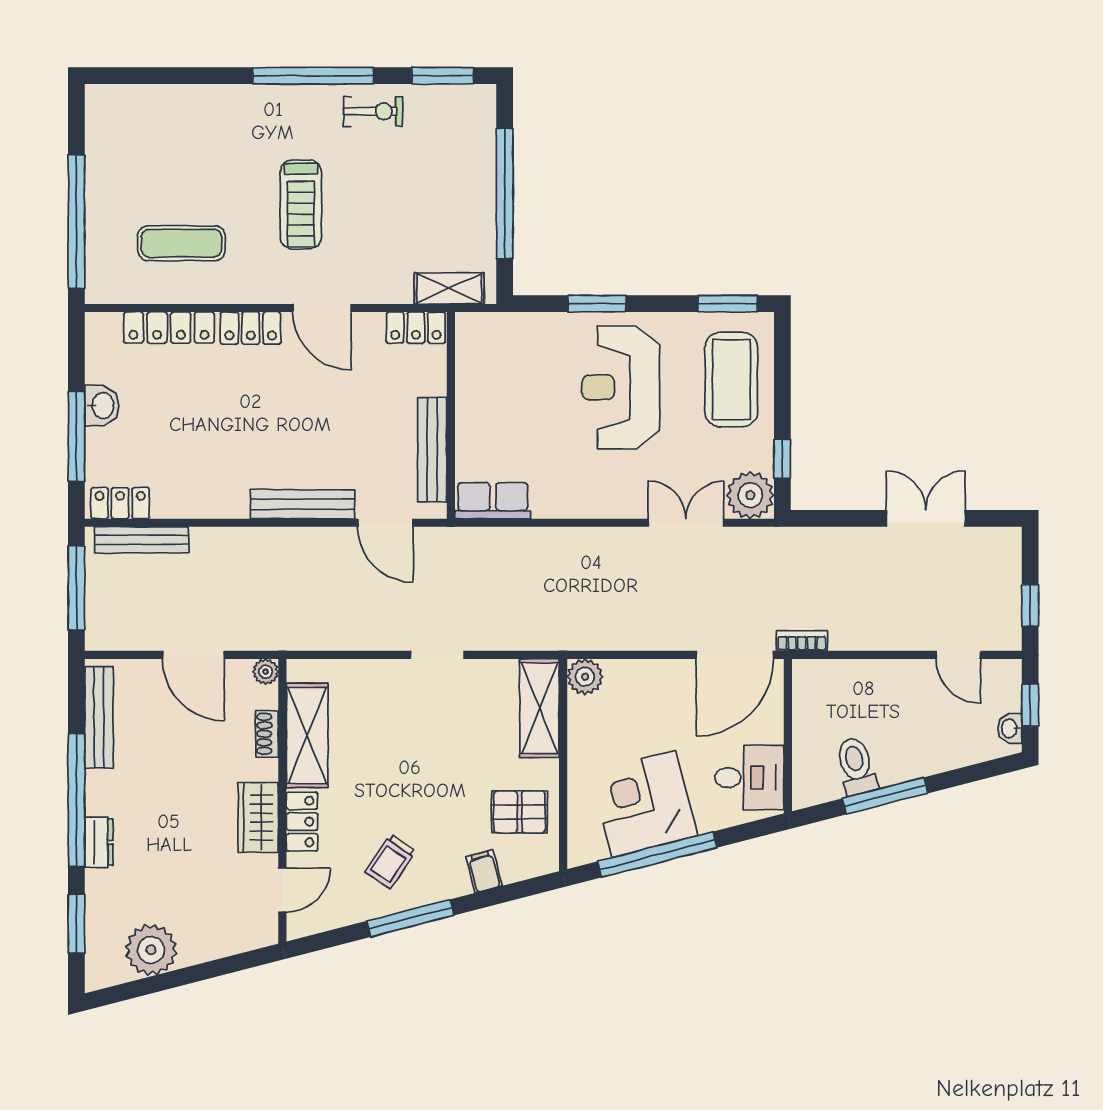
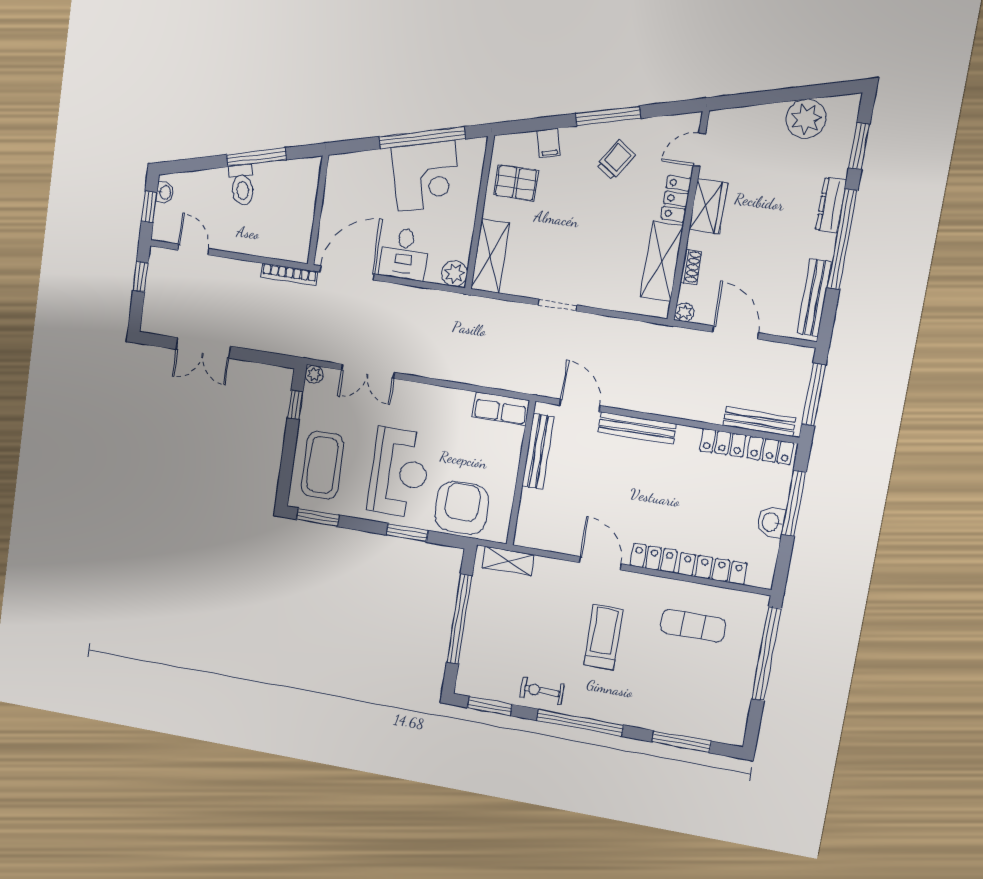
window: (169, 76) -> (682, 742), added
locker: (416, 328) -> (723, 443), moved, turned 180
armchair: (526, 352) -> (462, 508), added
plant: (750, 495) -> (314, 374), width x0.53, depth x0.53
bookcase: (802, 641) -> (289, 274), width x1.56
toilet: (856, 766) -> (242, 185), moved
desk: (749, 778) -> (404, 254), moved, turned -90
dresser: (99, 842) -> (831, 205), width x1.44

